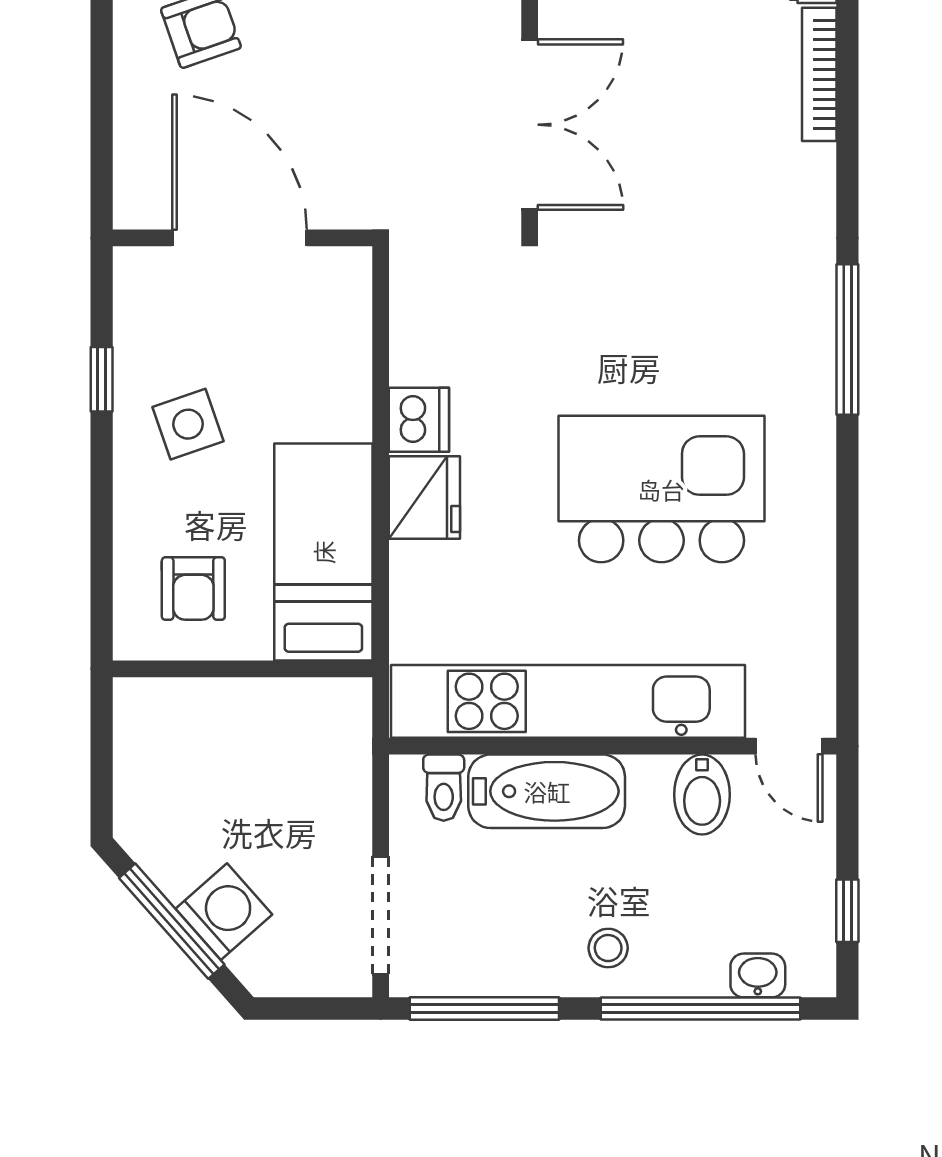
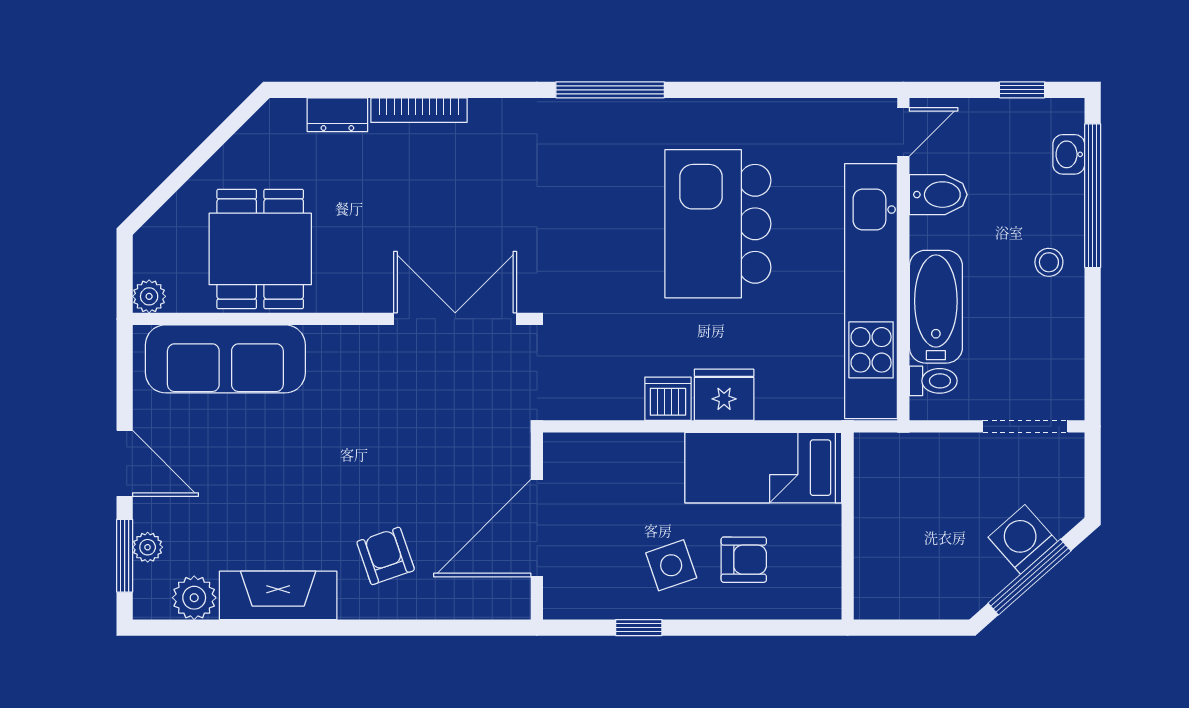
armchair: (193, 589) -> (744, 560), moved
window: (484, 1009) -> (1093, 352), removed

